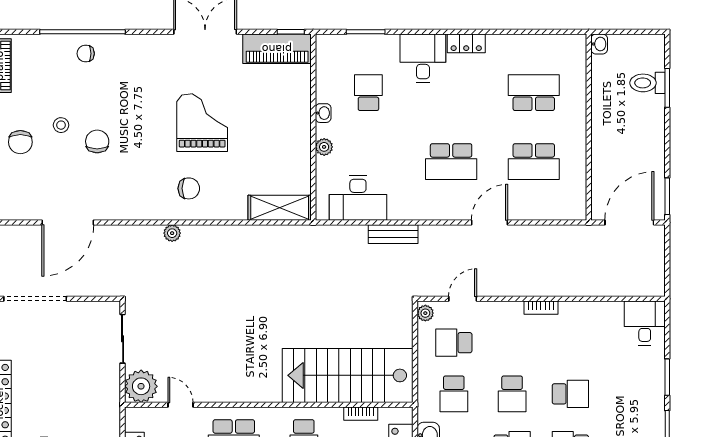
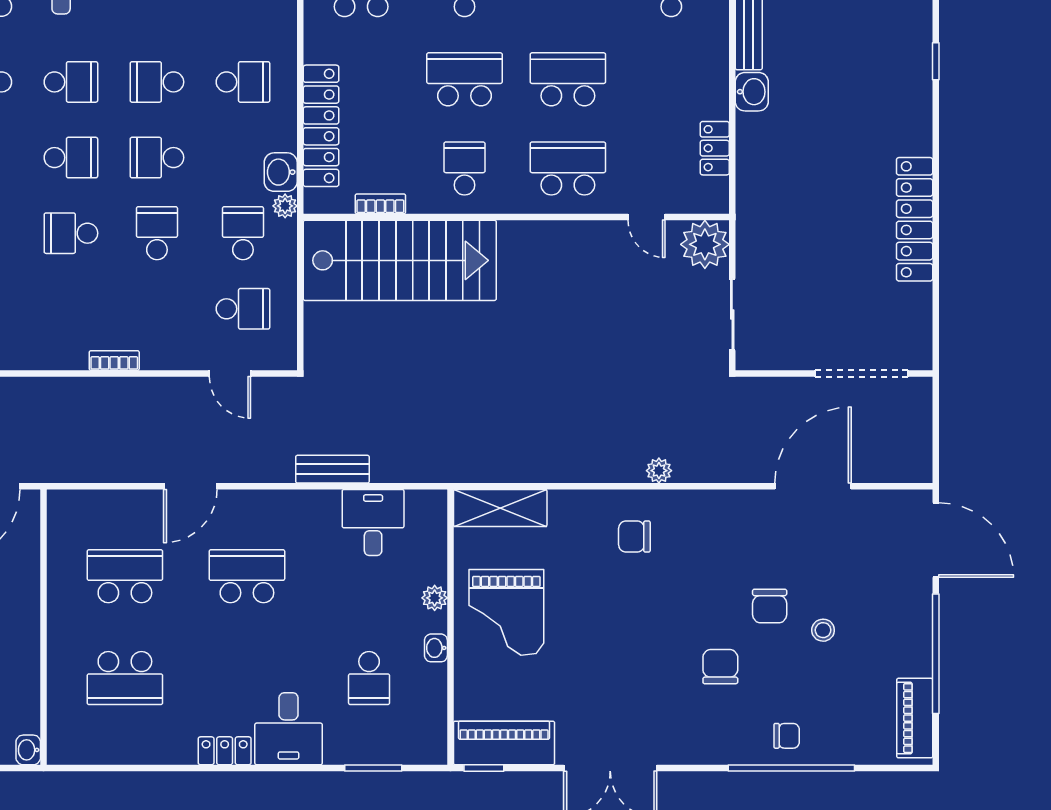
grand piano: (202, 123) -> (506, 612), moved
chair: (20, 142) -> (720, 667), moved
desk: (358, 198) -> (373, 523), width x0.73
door: (463, 299) -> (230, 374), hinge flipped
plant: (425, 313) -> (285, 206), moved

